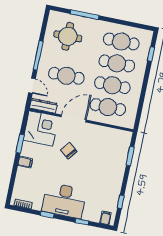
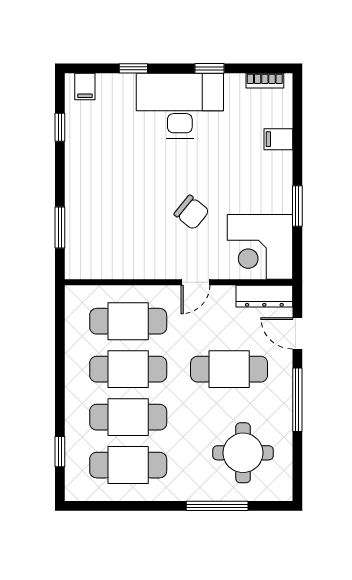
door: (74, 118) -> (195, 282), width x0.53
filing cabinet: (25, 162) -> (278, 139), moved

